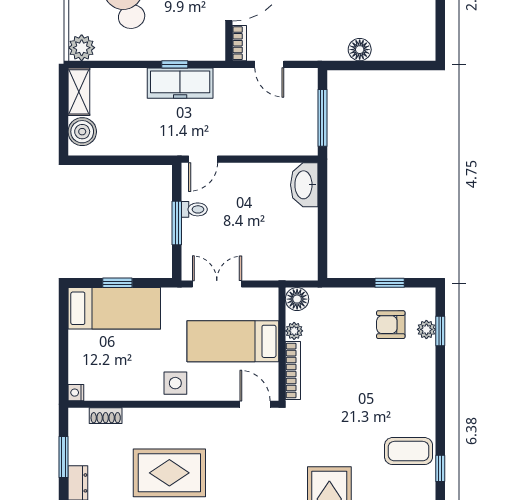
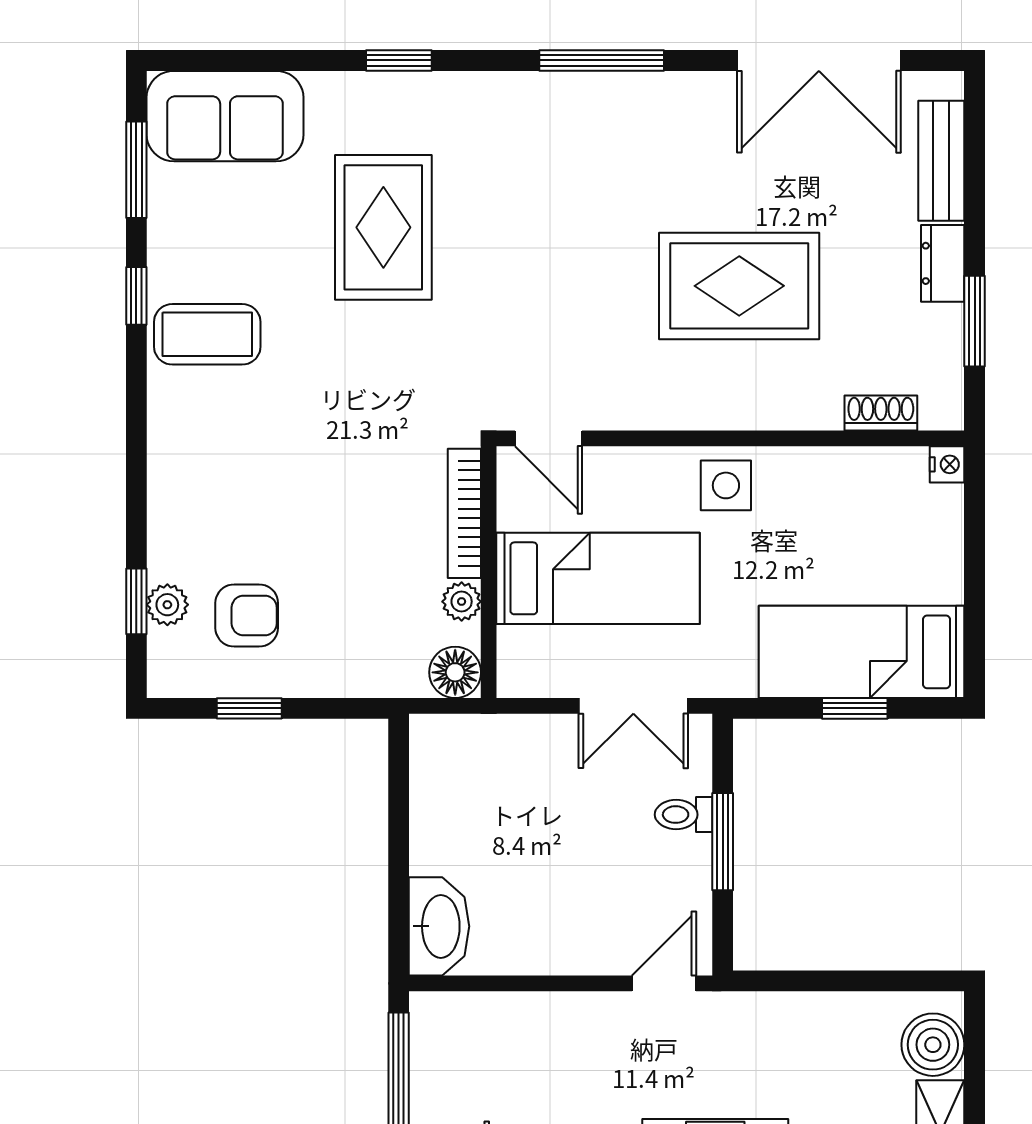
toilet: (194, 209) -> (684, 815), moved

